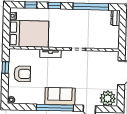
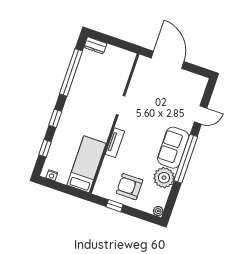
bed: (29, 34) -> (87, 164), width x0.67
armchair: (22, 74) -> (129, 187), turned -90
plant: (108, 98) -> (164, 178), moved

